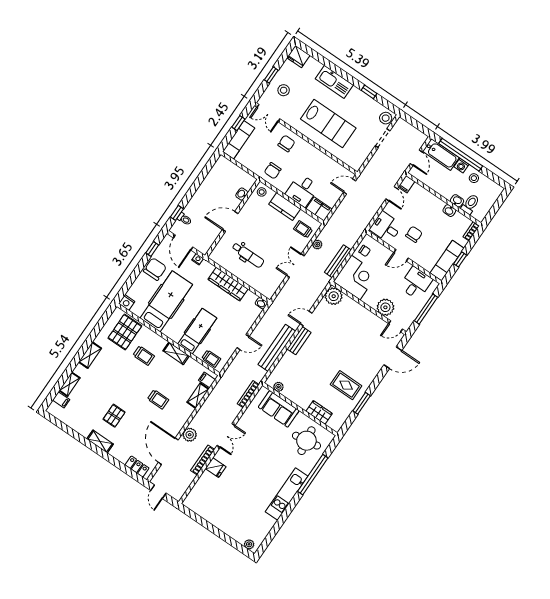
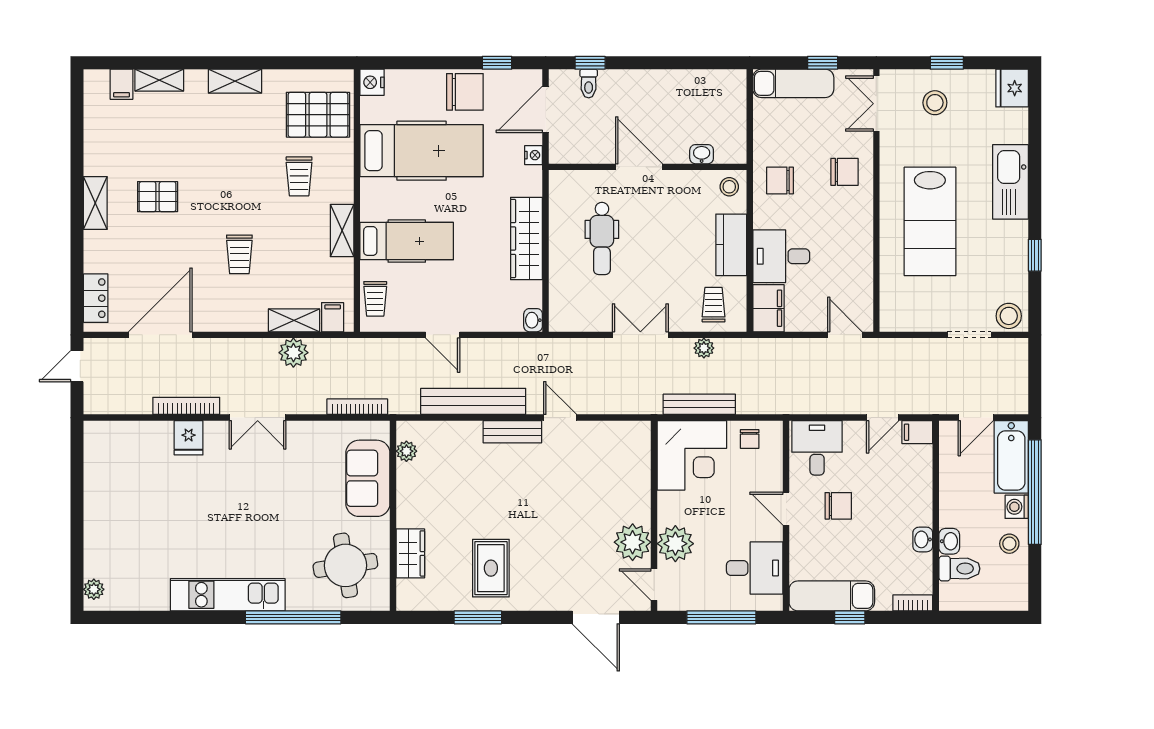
plant: (334, 296) -> (633, 542), moved
plant: (190, 435) -> (293, 353), moved

